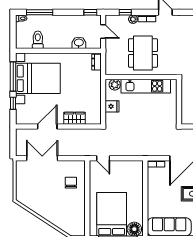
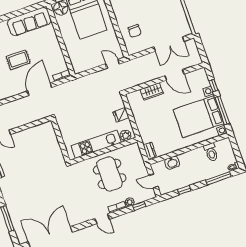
window: (90, 12) -> (184, 190), moved
door: (47, 127) -> (174, 75), hinge flipped

